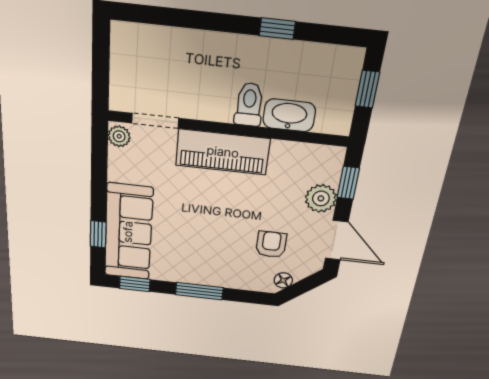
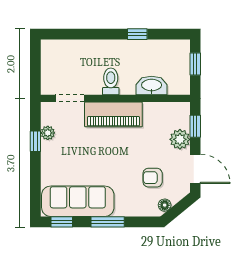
toilet: (249, 104) -> (111, 81), moved
plant: (119, 136) -> (48, 133), moved
sofa: (128, 232) -> (78, 201), moved, turned -90
window: (98, 234) -> (35, 141), moved
armchair: (271, 244) -> (153, 178), turned -90

